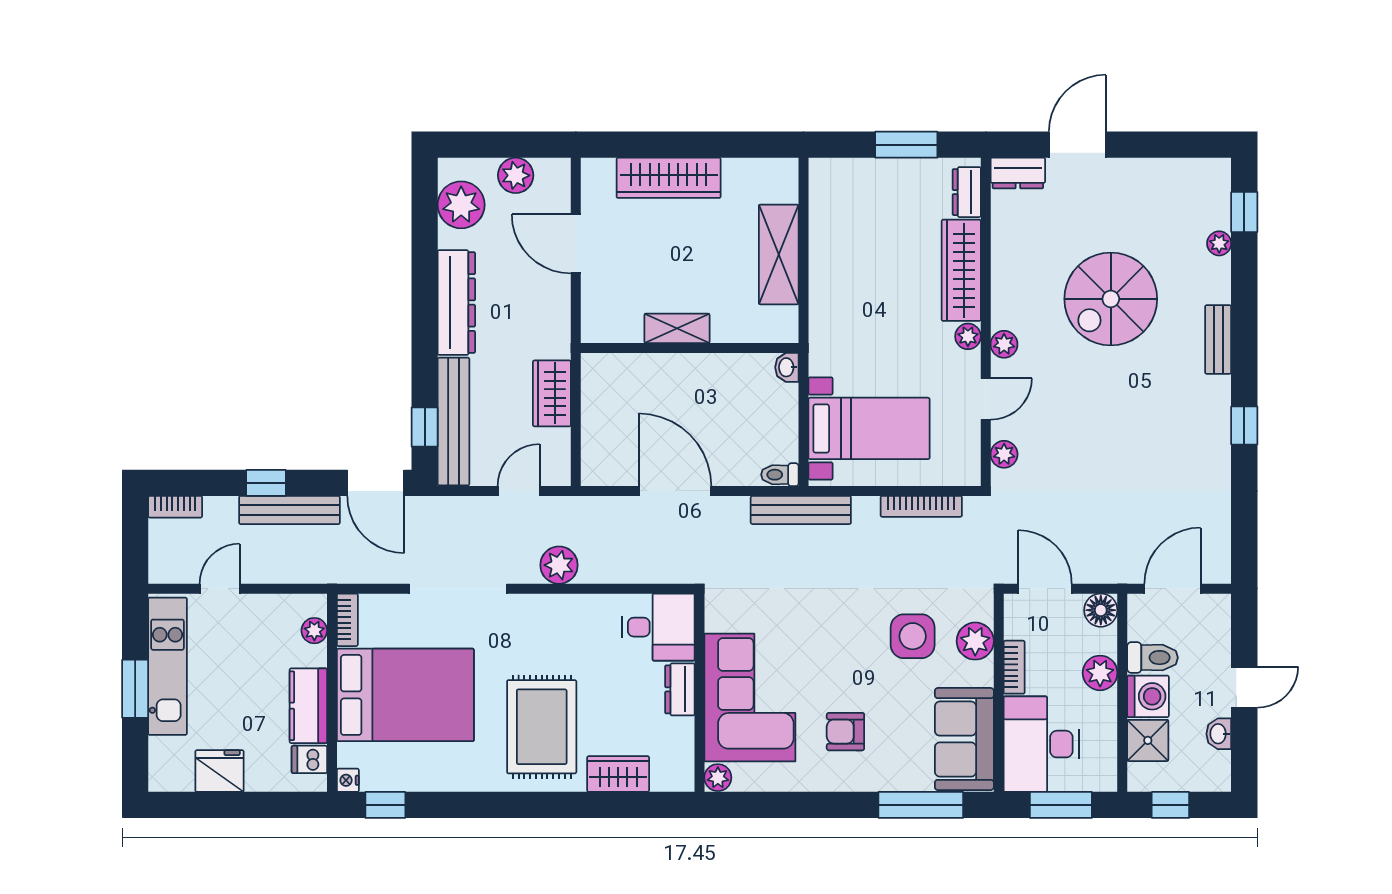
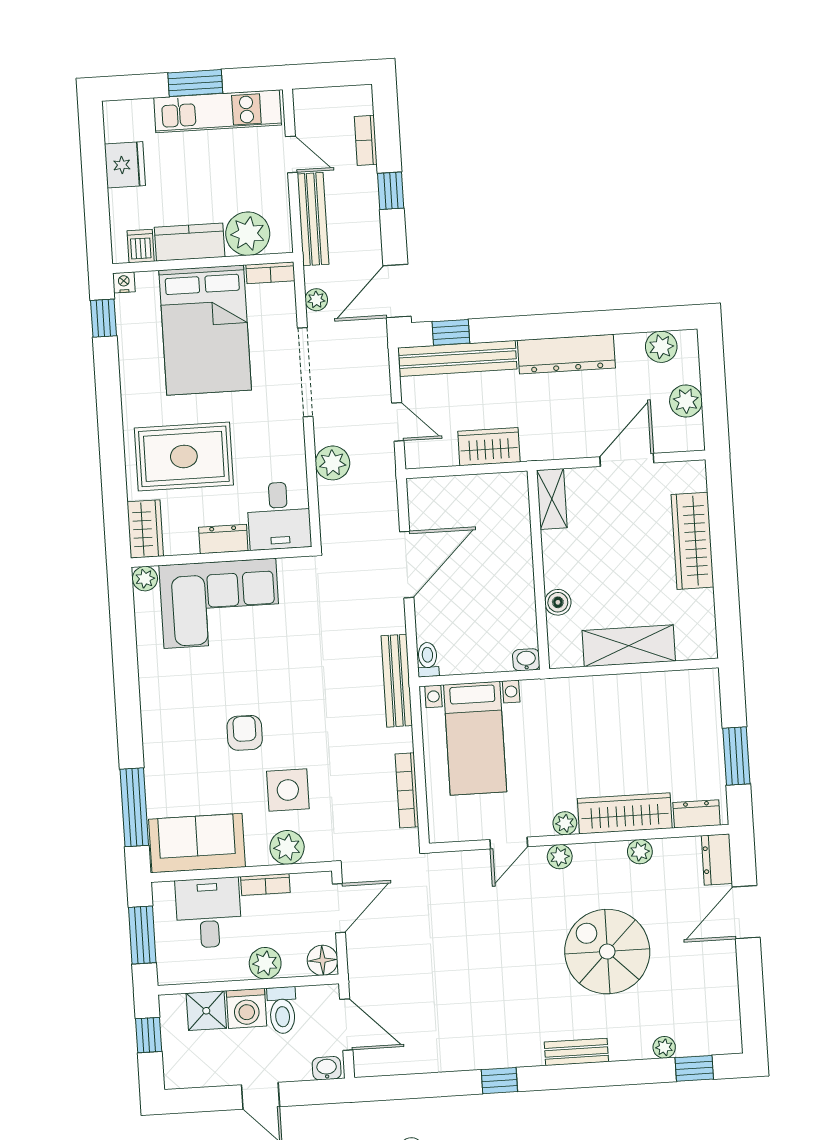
door: (1077, 145) -> (746, 912), swing flipped
plant: (461, 205) -> (661, 347), width x0.73, depth x0.73
shelving: (677, 328) -> (552, 499), moved
boiler: (726, 329) -> (558, 602), added
door: (986, 399) -> (509, 843), hinge flipped
plant: (1004, 454) -> (640, 852), moved
bookcase: (175, 507) -> (366, 140), moved
bench: (289, 510) -> (313, 219), moved
plant: (380, 572) -> (316, 300), added
desk: (658, 627) -> (279, 516), moved
plant: (314, 631) -> (248, 234), width x1.88, depth x1.88
dresser: (680, 689) -> (223, 539), moved
wall: (699, 693) -> (221, 557), moved
corner sofa: (750, 698) -> (220, 603), moved
armchair: (845, 732) -> (245, 733), moved
washbasin: (1219, 734) -> (327, 1068), moved
desk: (1041, 744) -> (209, 913), width x0.73
plant: (718, 778) -> (145, 579), moved

